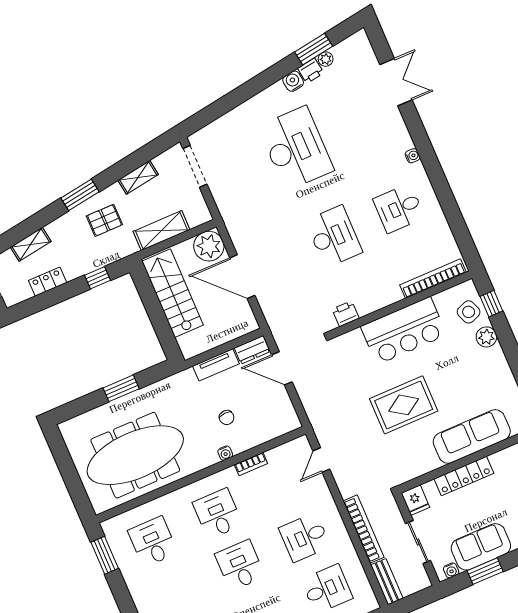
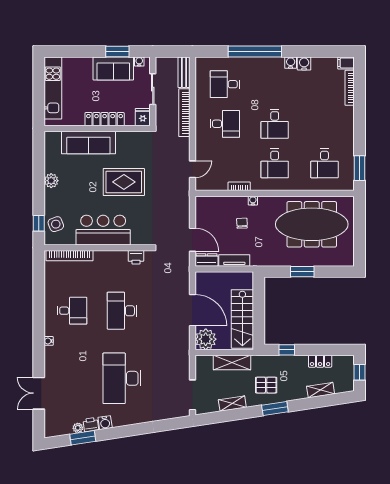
plant: (486, 337) -> (51, 181), moved

